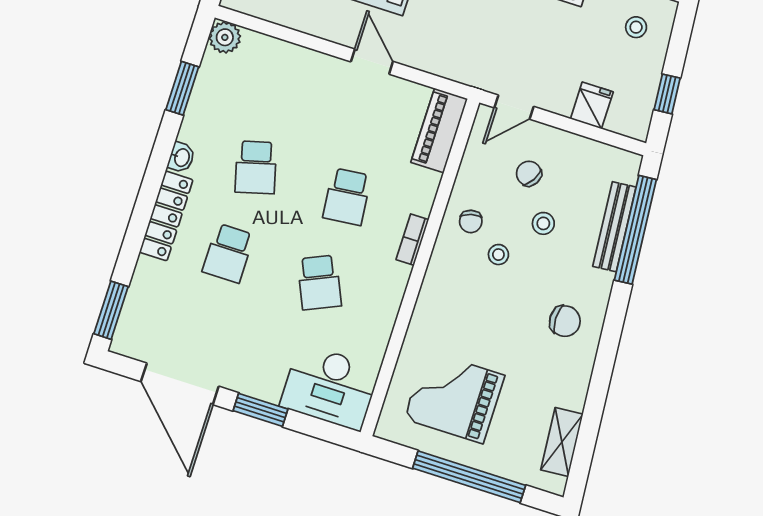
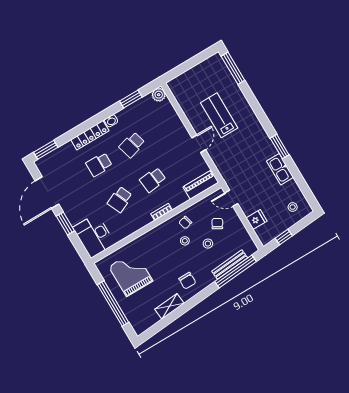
shelving: (562, 442) -> (169, 306), moved

